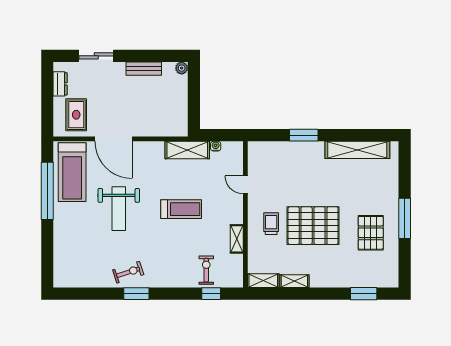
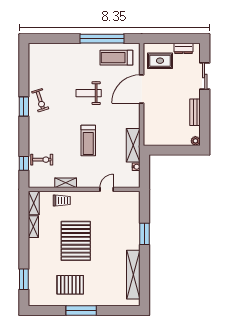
treadmill: (72, 172) -> (116, 58), width x0.73, depth x0.73
weight bench: (119, 209) -> (89, 93), width x0.73, depth x0.75
trolley: (271, 224) -> (62, 201), moved

